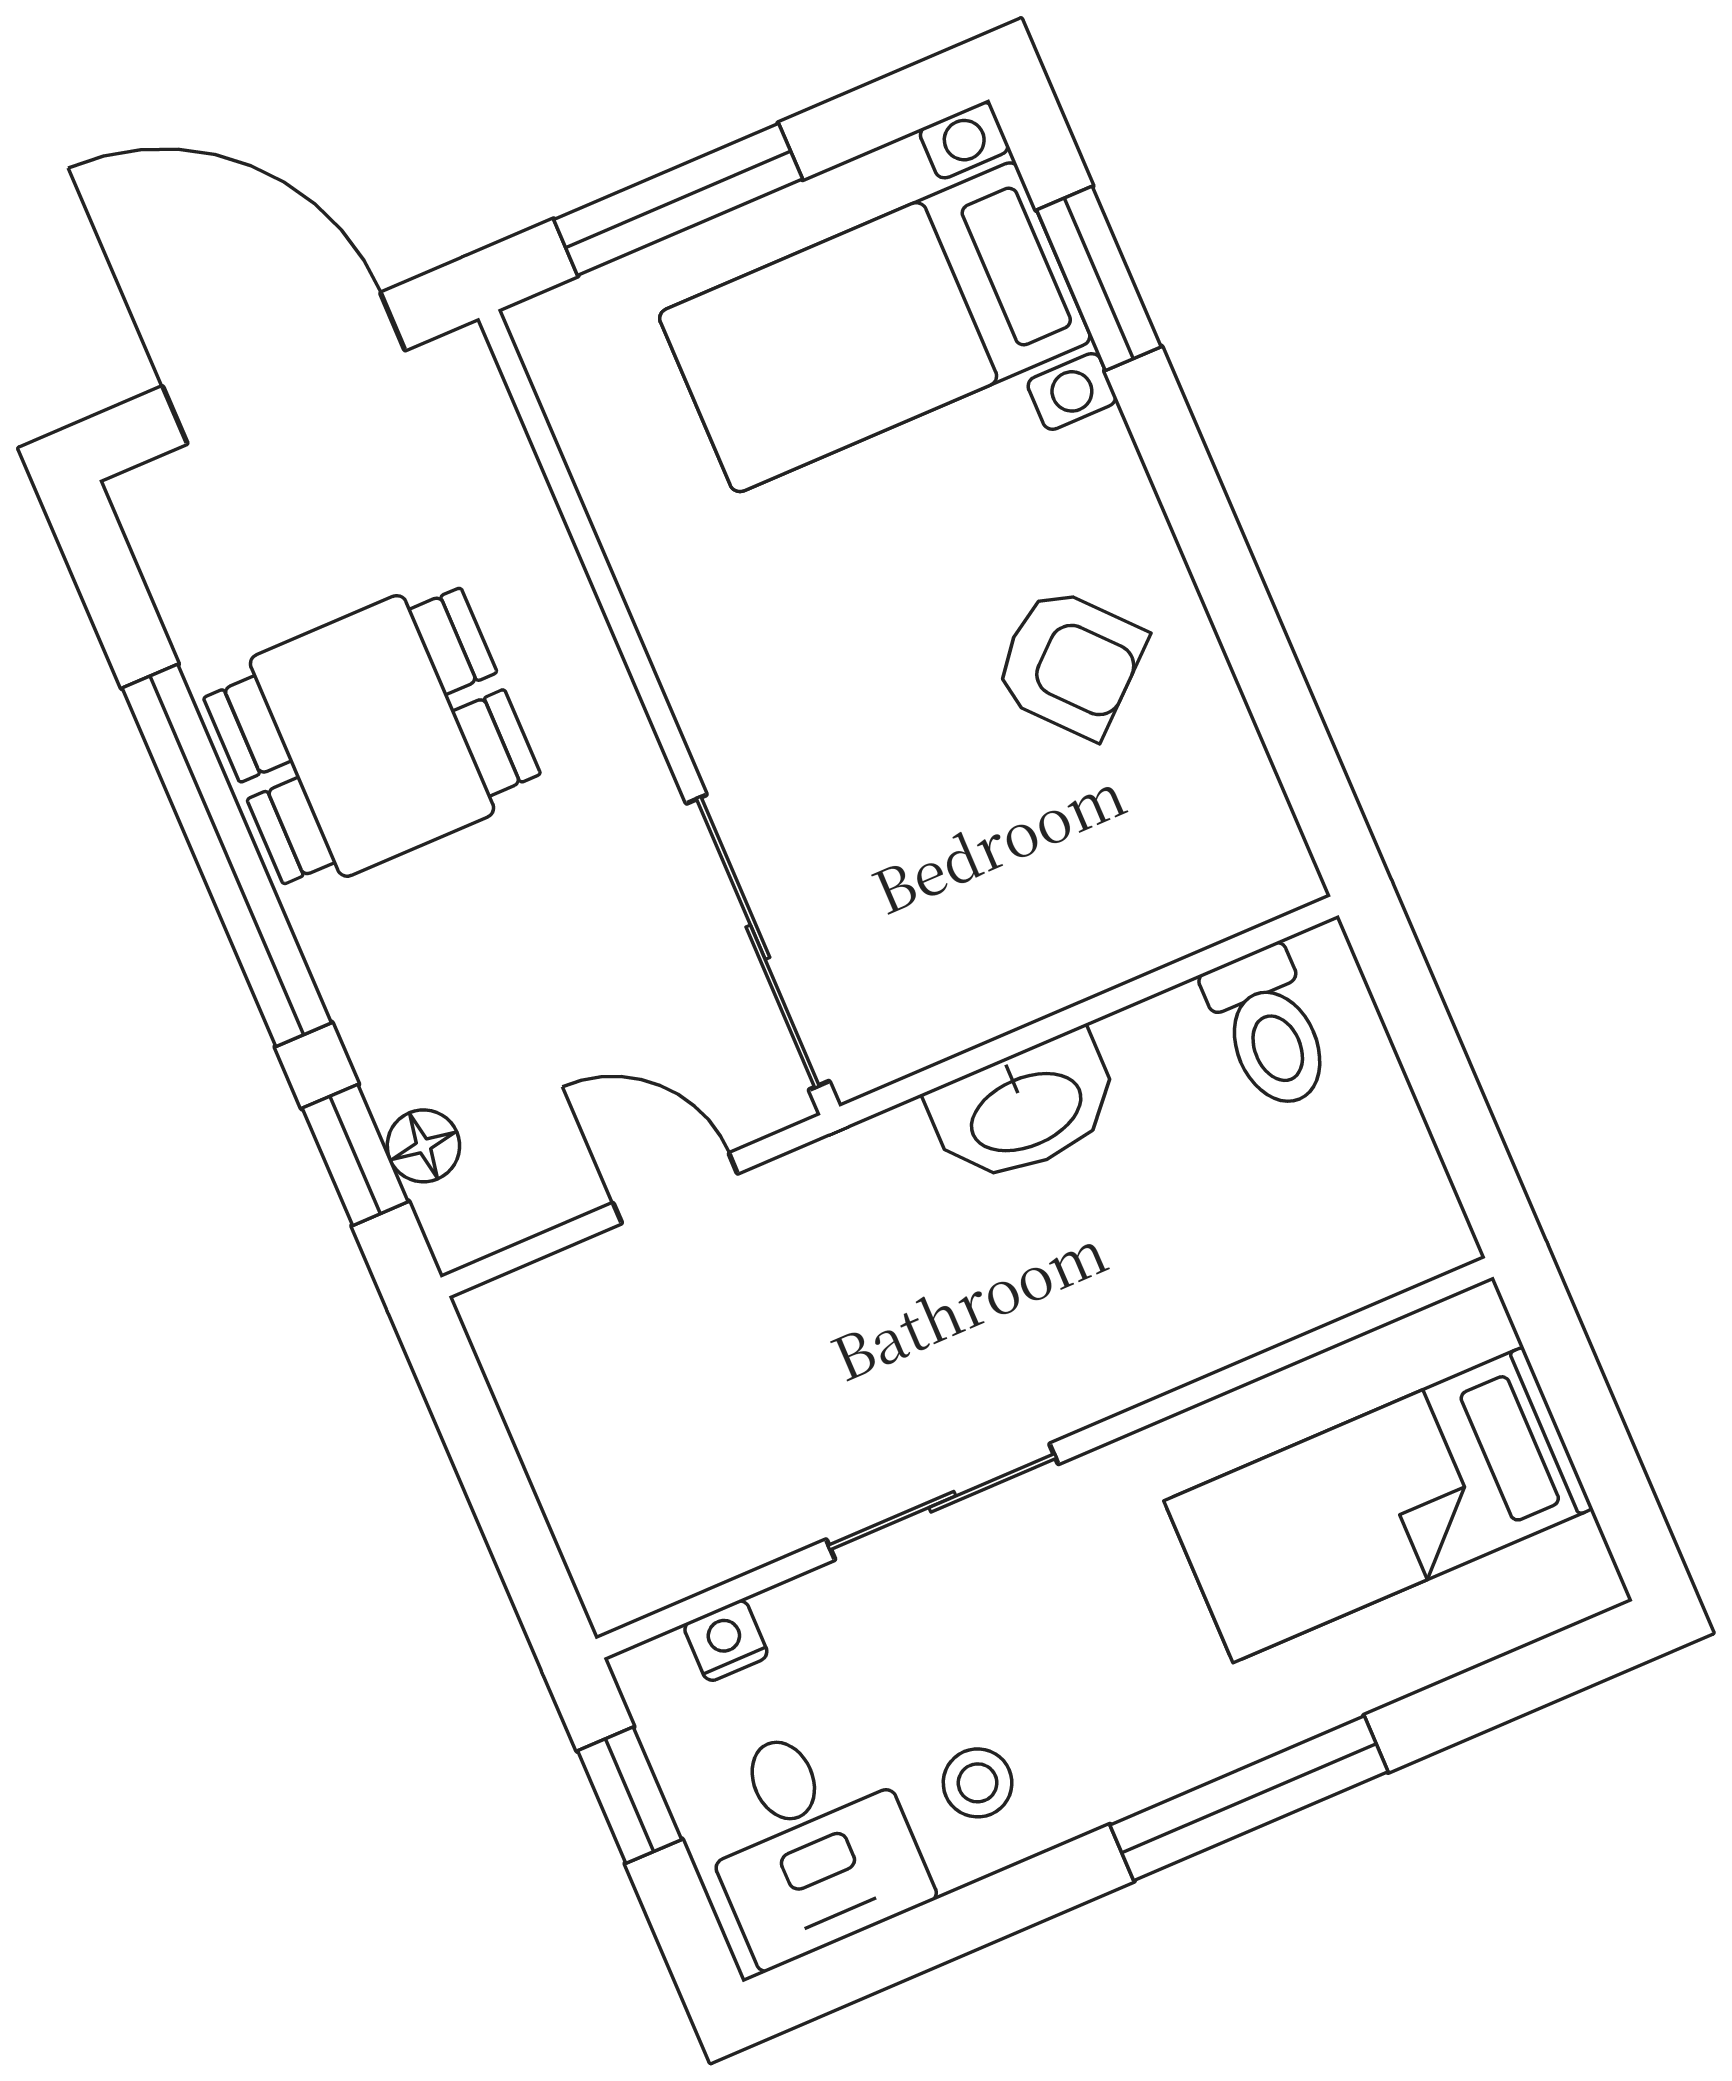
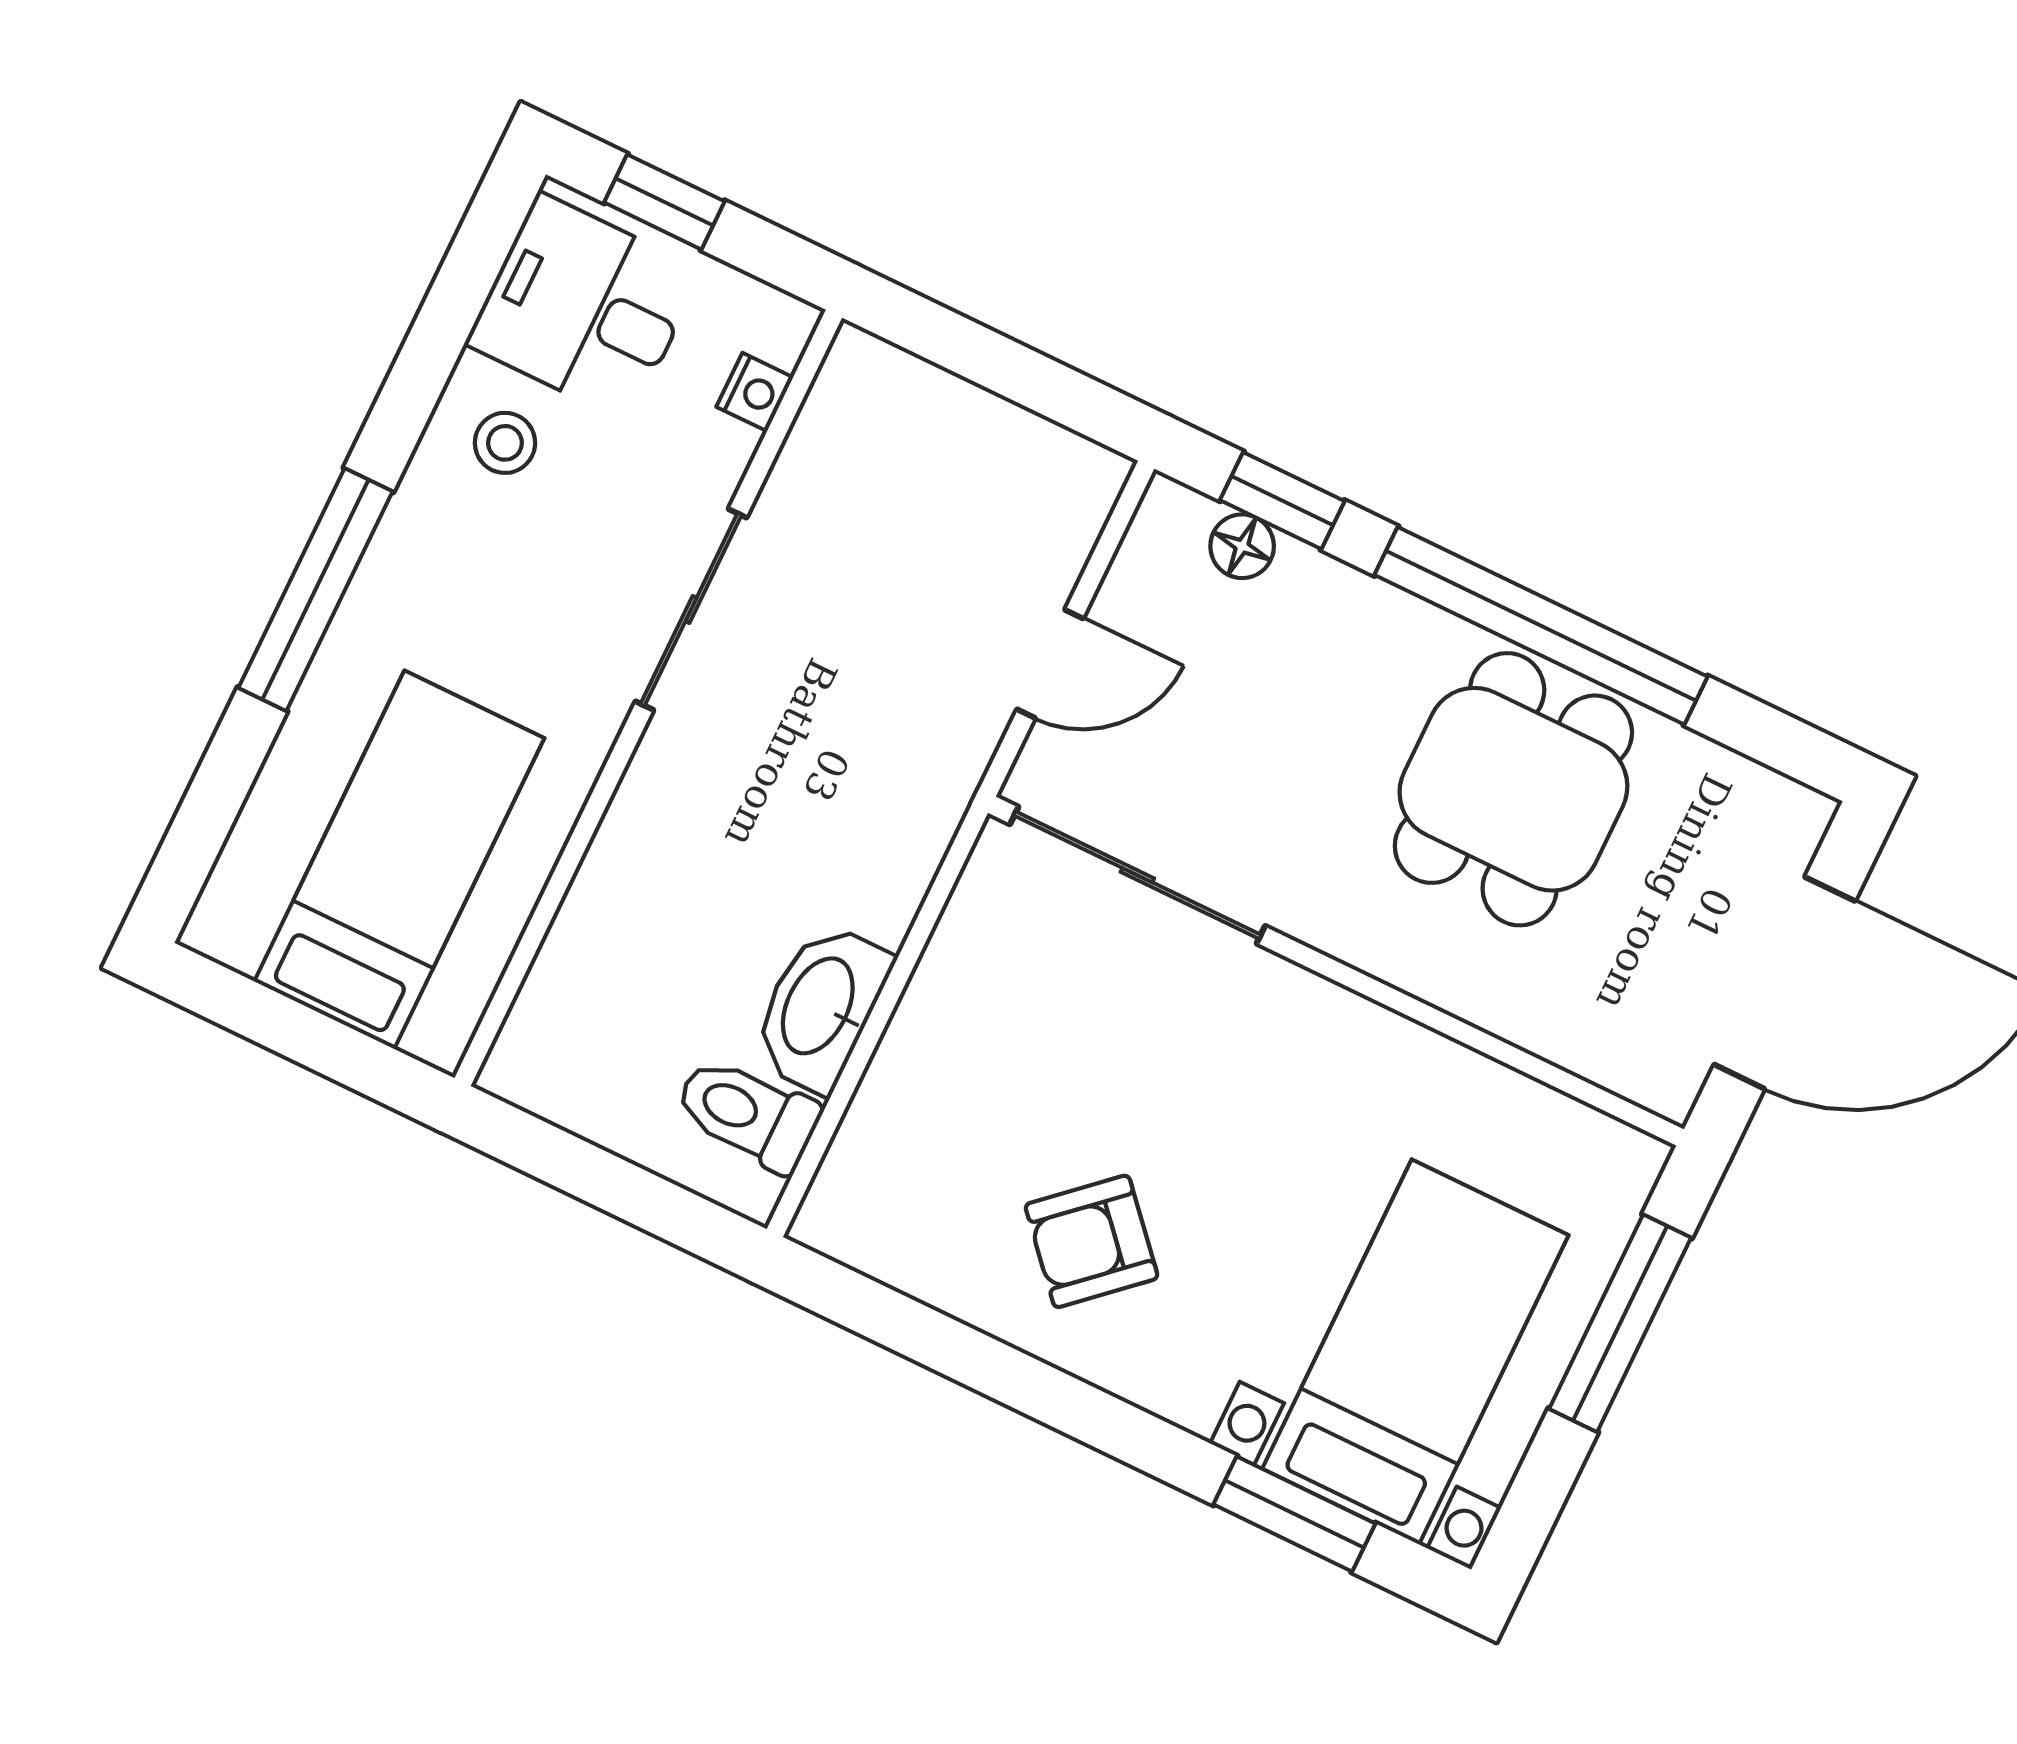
washbasin: (1025, 1109) -> (820, 1007), moved
window: (630, 1795) -> (664, 202), moved

